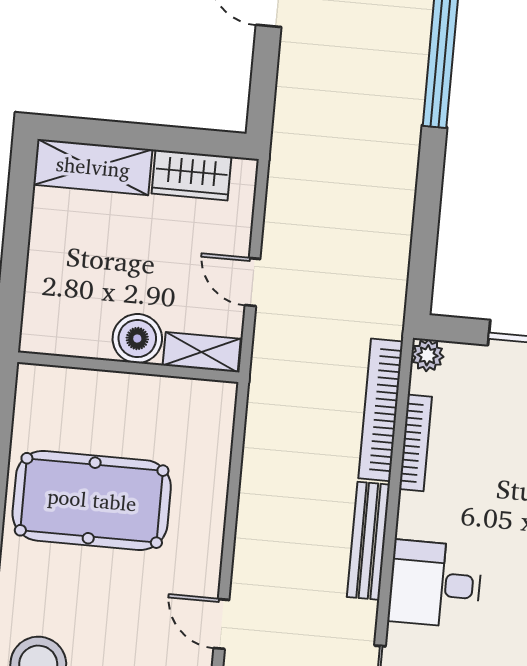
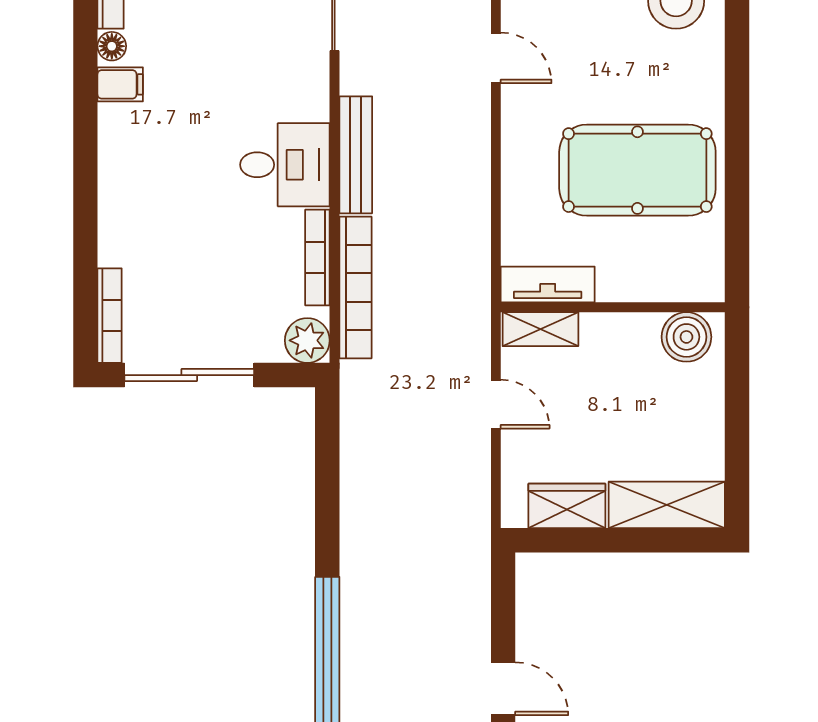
boiler: (137, 339) -> (686, 337), moved
plant: (428, 355) -> (307, 340), width x1.38, depth x1.38
tv unit: (191, 396) -> (548, 284), added
desk: (435, 584) -> (285, 165), moved

